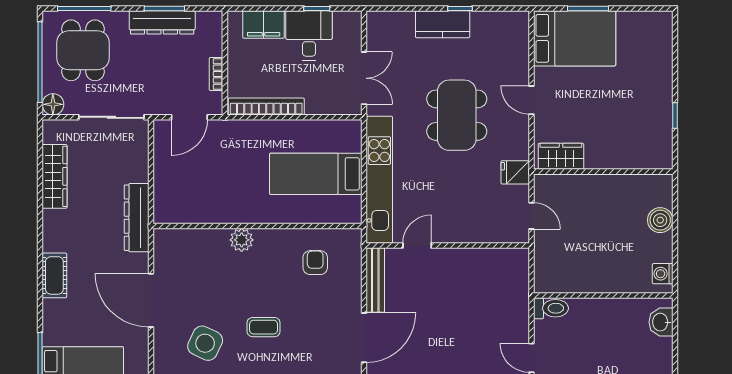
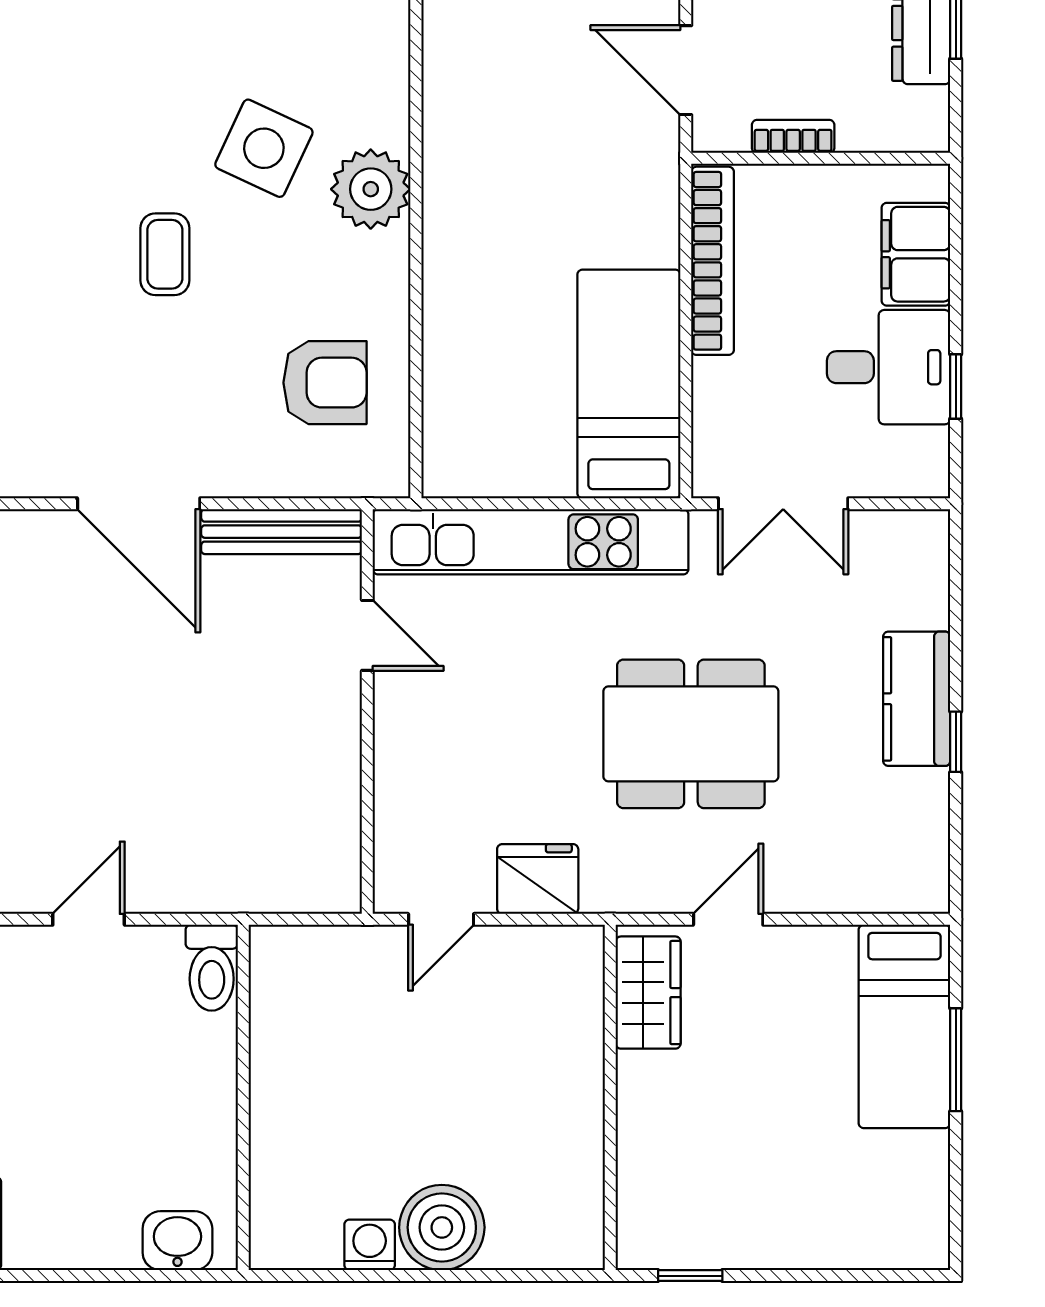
bed: (575, 38) -> (904, 1026), width x0.67
wardrobe: (561, 156) -> (648, 993), moved
fridge: (515, 172) -> (538, 879), width x1.38
wall: (603, 172) -> (610, 1097), moved
bed: (316, 174) -> (629, 384), moved
boiler: (660, 220) -> (442, 1227), width x1.37, depth x1.37
plant: (242, 240) -> (371, 189), width x1.36, depth x1.36
armchair: (315, 263) -> (325, 383), width x1.38, depth x1.38
washing machine: (663, 274) -> (370, 1245), moved
side table: (205, 343) -> (264, 148), moved

